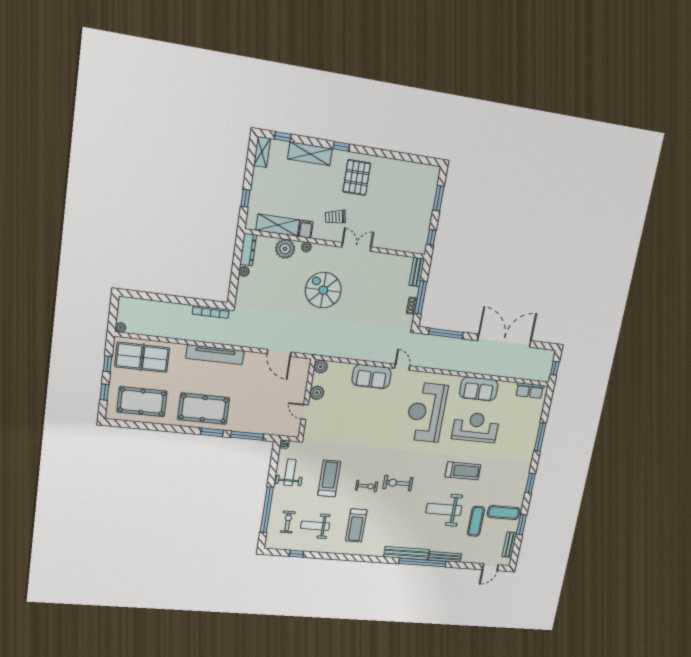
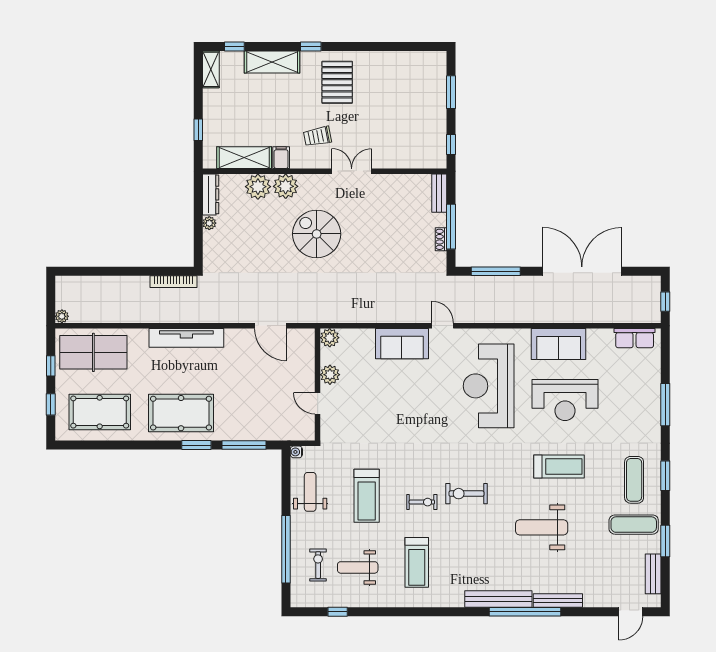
plant: (306, 247) -> (286, 186), width x1.88, depth x1.88
reception desk: (476, 427) -> (565, 400), turned 180
treadmill: (329, 478) -> (367, 496), turned 180
exercise mat: (476, 521) -> (634, 480), moved

